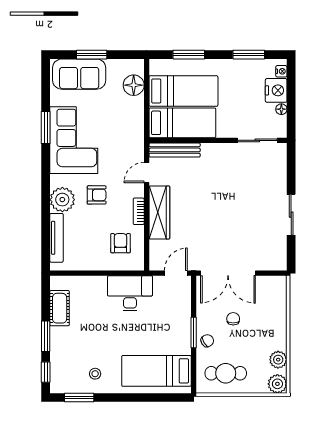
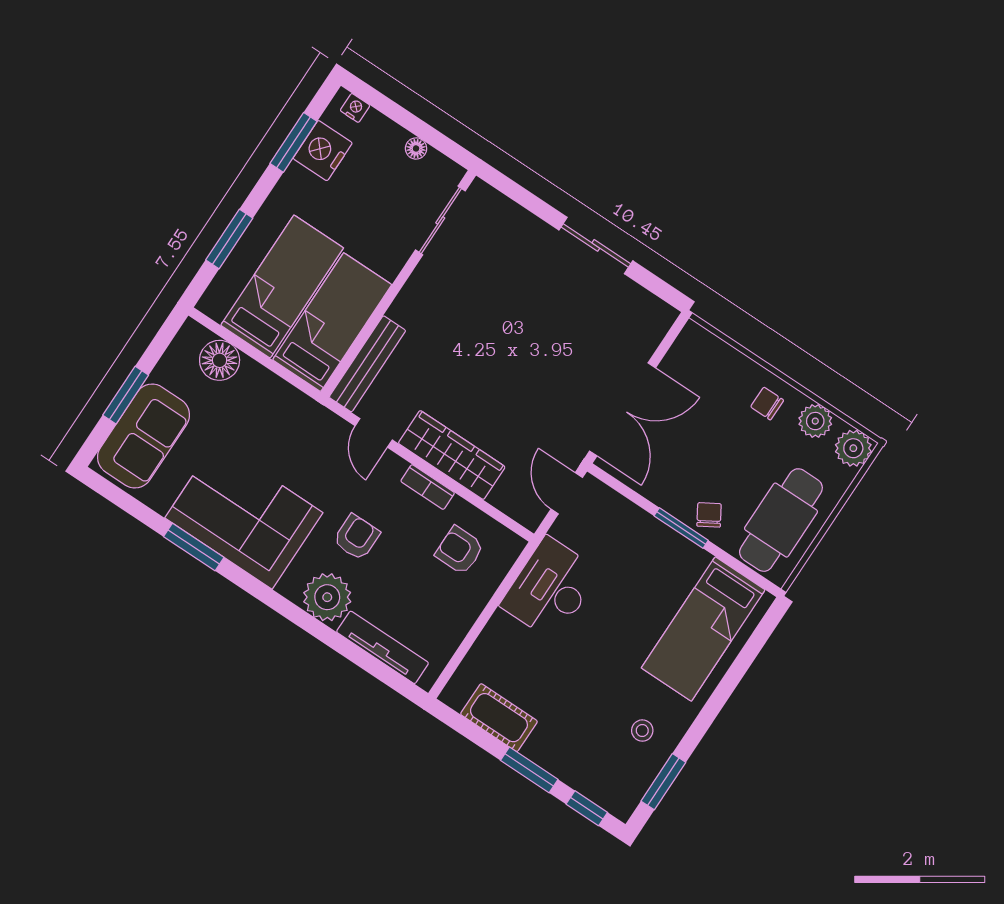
nightstand: (276, 90) -> (323, 151), moved, turned -90
chair: (233, 319) -> (767, 403), moved
cafe table: (226, 373) -> (781, 520), width x1.37, depth x1.35

